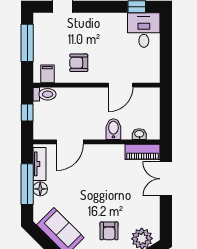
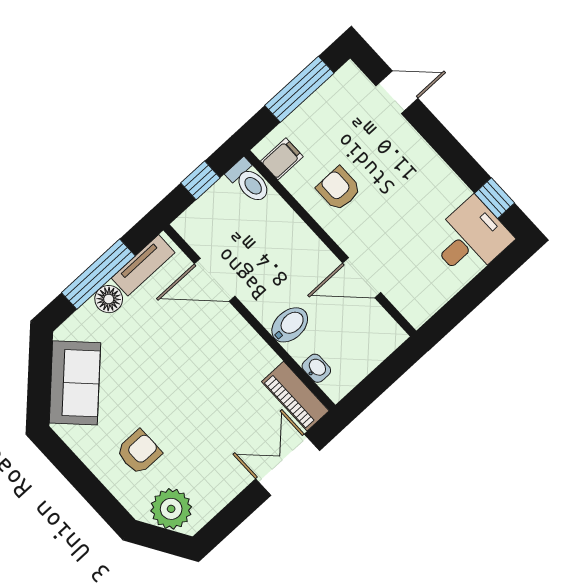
armchair: (109, 231) -> (139, 452), turned 180

